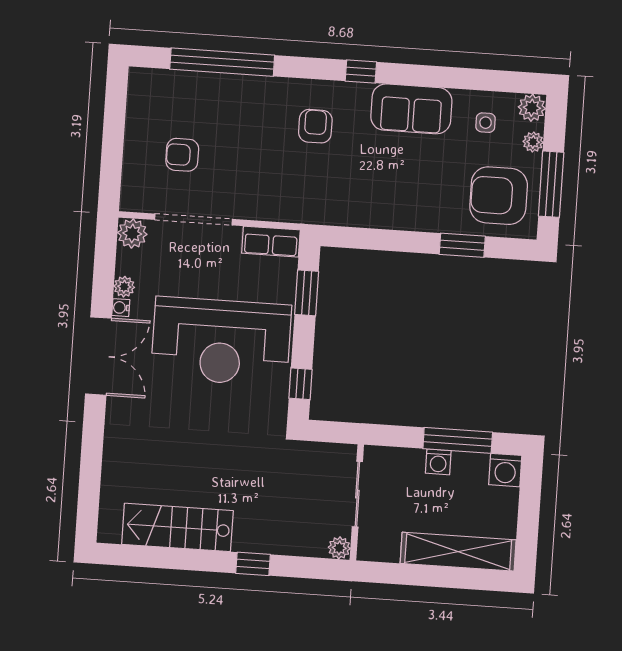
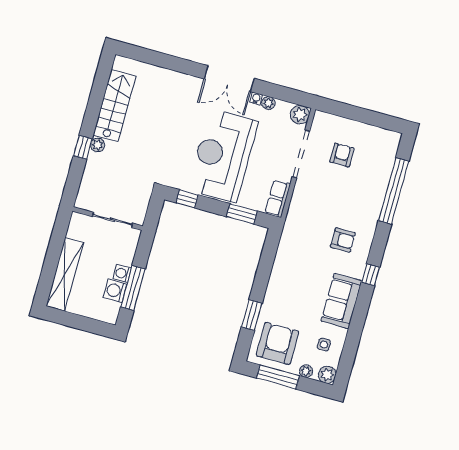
washing machine: (505, 470) -> (115, 291), moved
plant: (339, 548) -> (98, 145), moved

